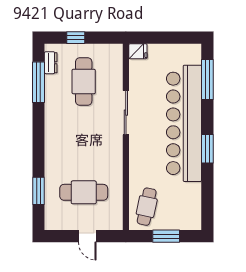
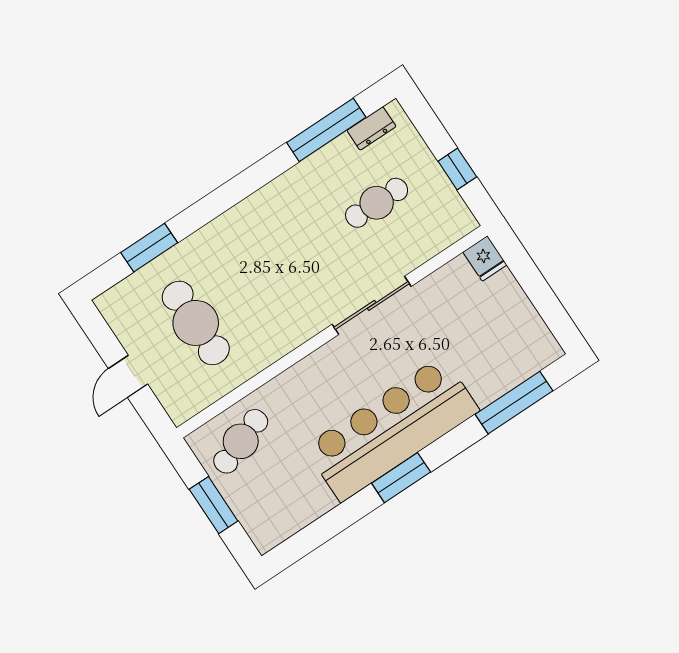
window: (76, 38) -> (457, 169), moved
cafe table: (84, 82) -> (377, 203), width x0.73, depth x0.74
bar counter: (184, 123) -> (392, 429), width x0.73
cafe table: (147, 207) -> (241, 441), turned -32

